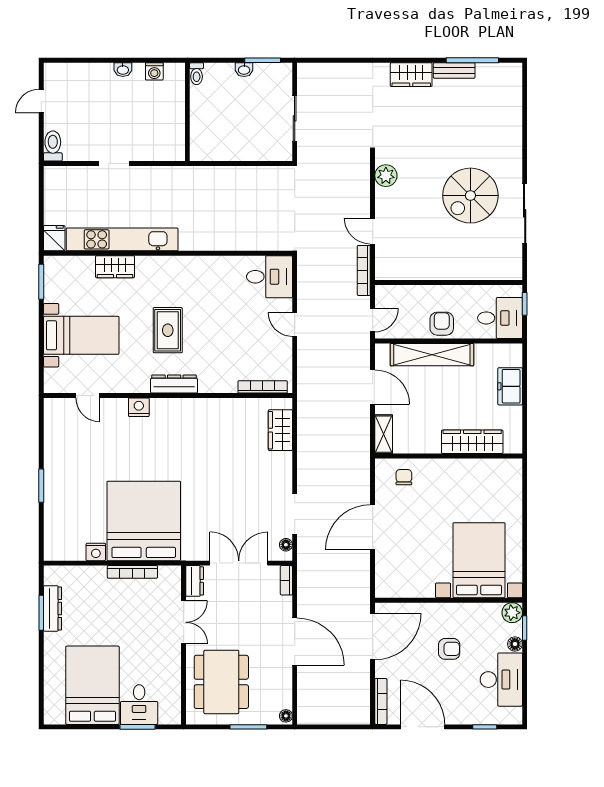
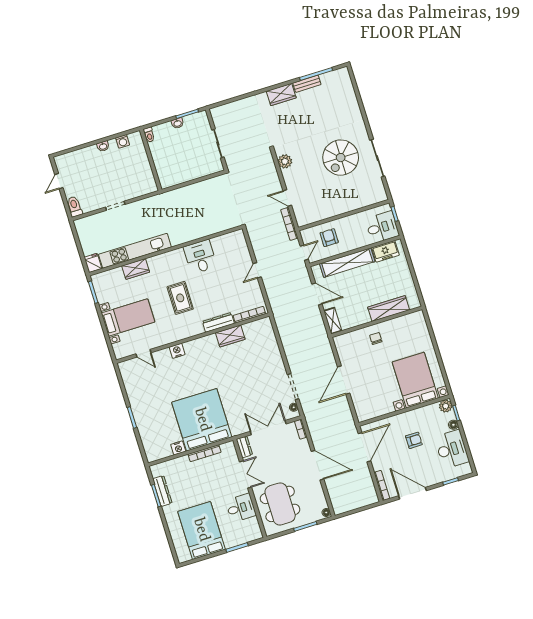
desk: (269, 277) -> (200, 257), moved, turned -90
armchair: (442, 324) -> (329, 238), moved
door: (295, 325) -> (257, 270), hinge flipped
dresser: (174, 384) -> (218, 322), moved
freezer: (510, 386) -> (385, 251), moved, turned -90
wardrobe: (280, 430) -> (230, 336), moved, turned -90
chair: (404, 477) -> (376, 338), moved
desk: (139, 705) -> (241, 508), moved, turned -90

